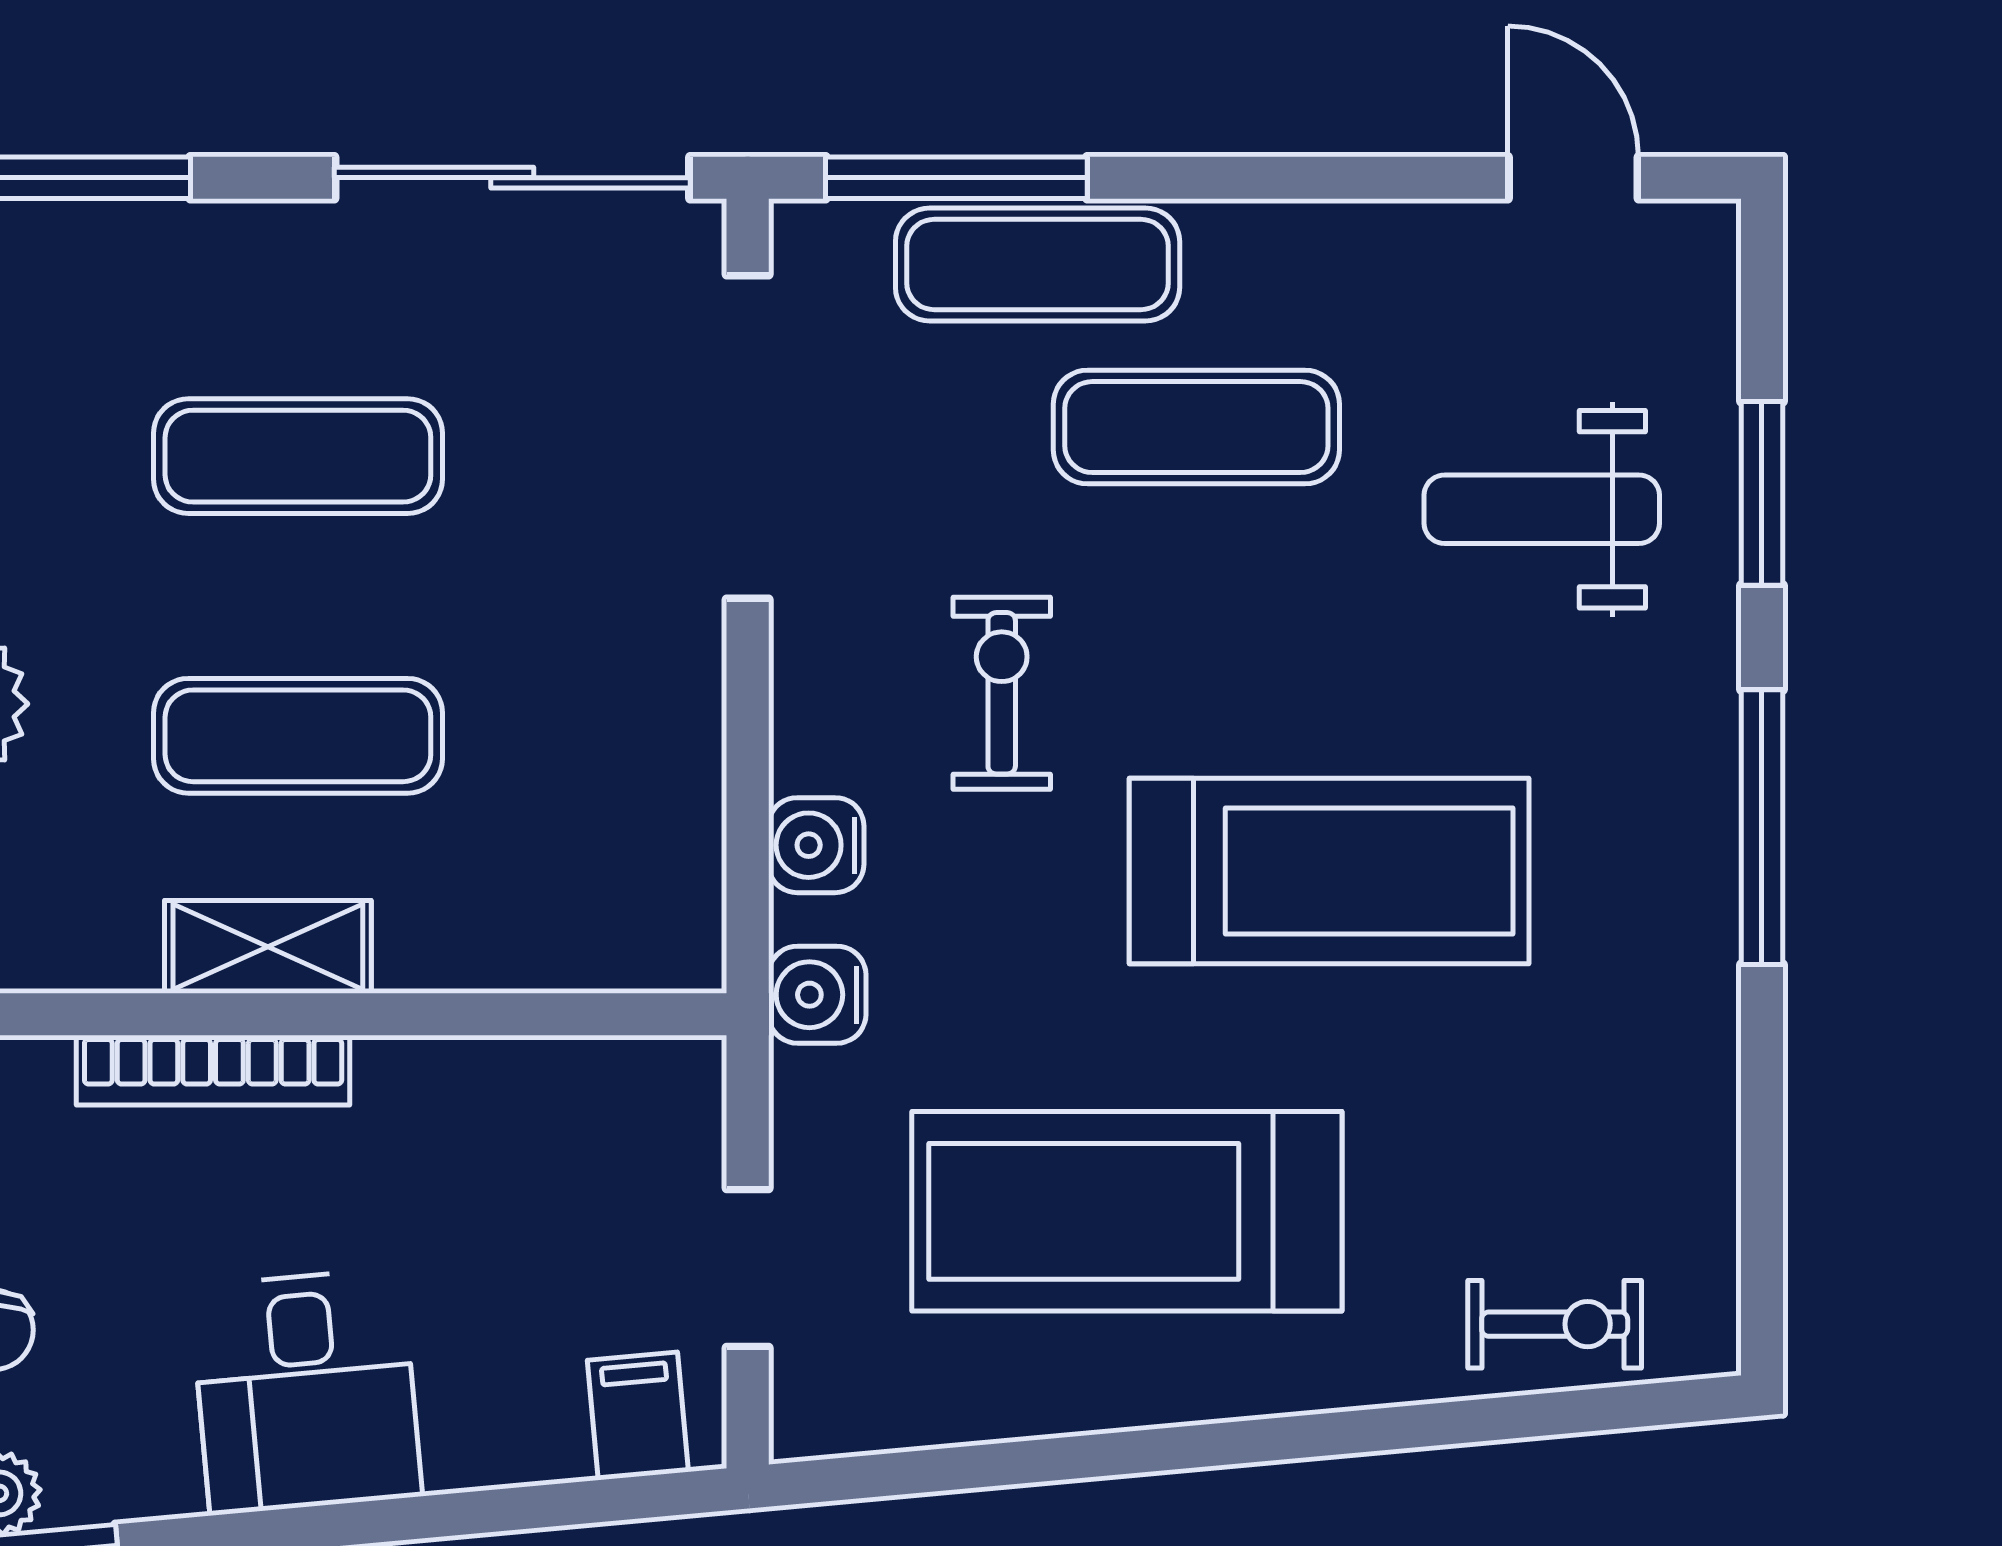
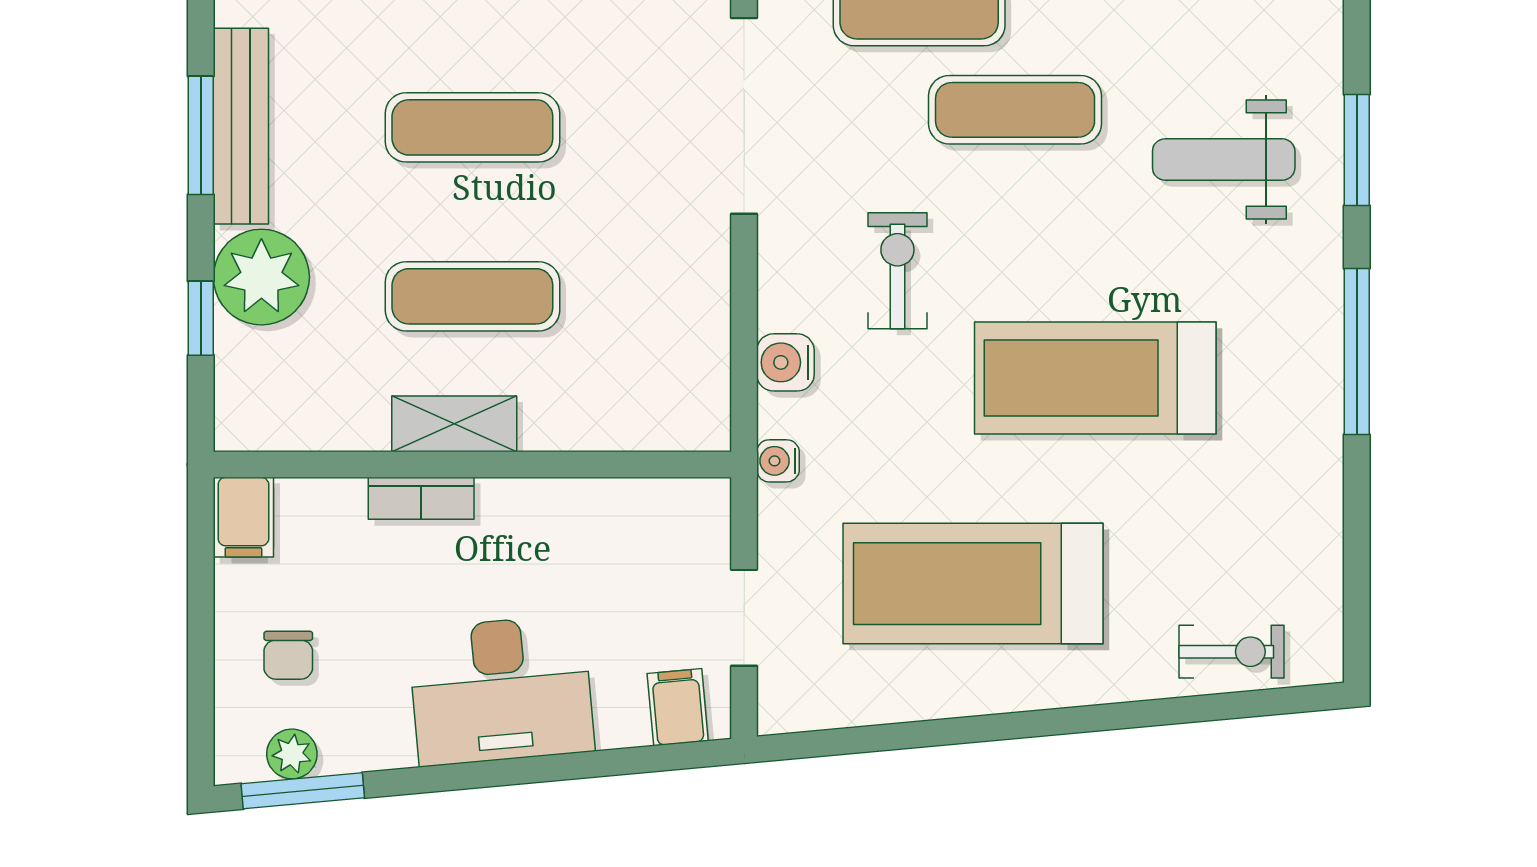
treadmill: (1329, 871) -> (1095, 378), turned 180
water cooler: (817, 995) -> (778, 461), width x0.72, depth x0.72
bookcase: (213, 1070) -> (421, 498), width x0.64
desk: (306, 1391) -> (501, 690), width x1.37

